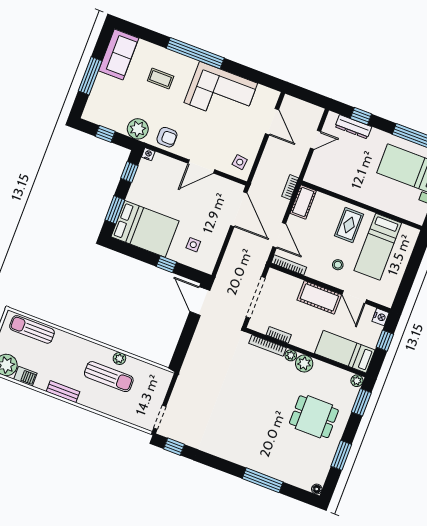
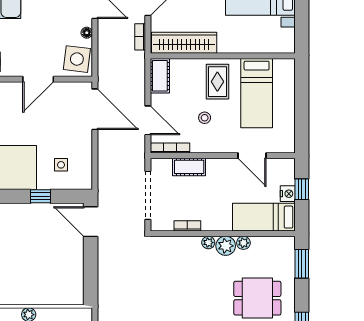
floor lamp: (256, 143) -> (87, 33), added
side table: (240, 162) -> (77, 59), width x1.87, depth x1.87
wardrobe: (334, 182) -> (184, 43), added
bookcase: (290, 187) -> (140, 37), moved
stool: (338, 265) -> (205, 118), moved
cot: (319, 297) -> (189, 167), moved, width x0.73, depth x0.75
nightstand: (381, 317) -> (288, 194), moved
bookcase: (268, 345) -> (180, 241), removed
plant: (357, 381) -> (243, 243), moved

